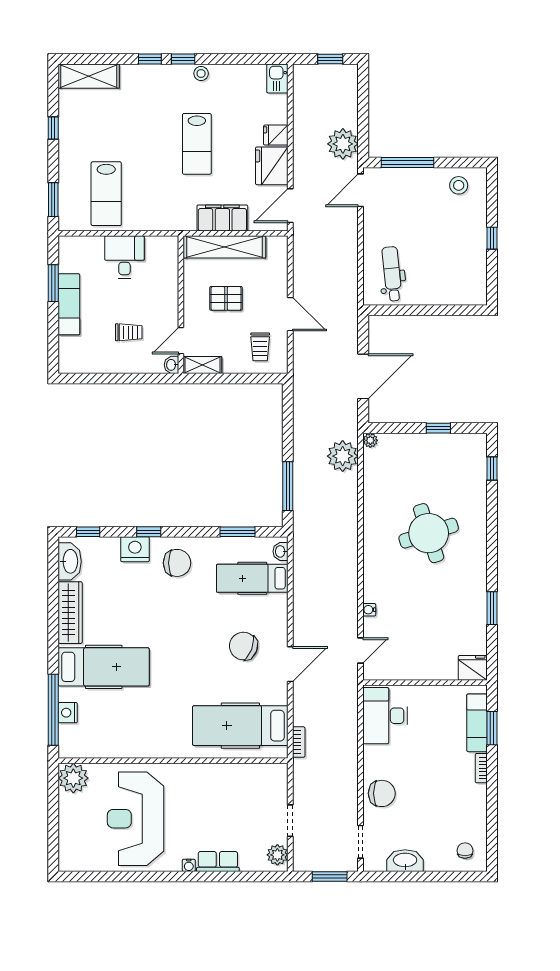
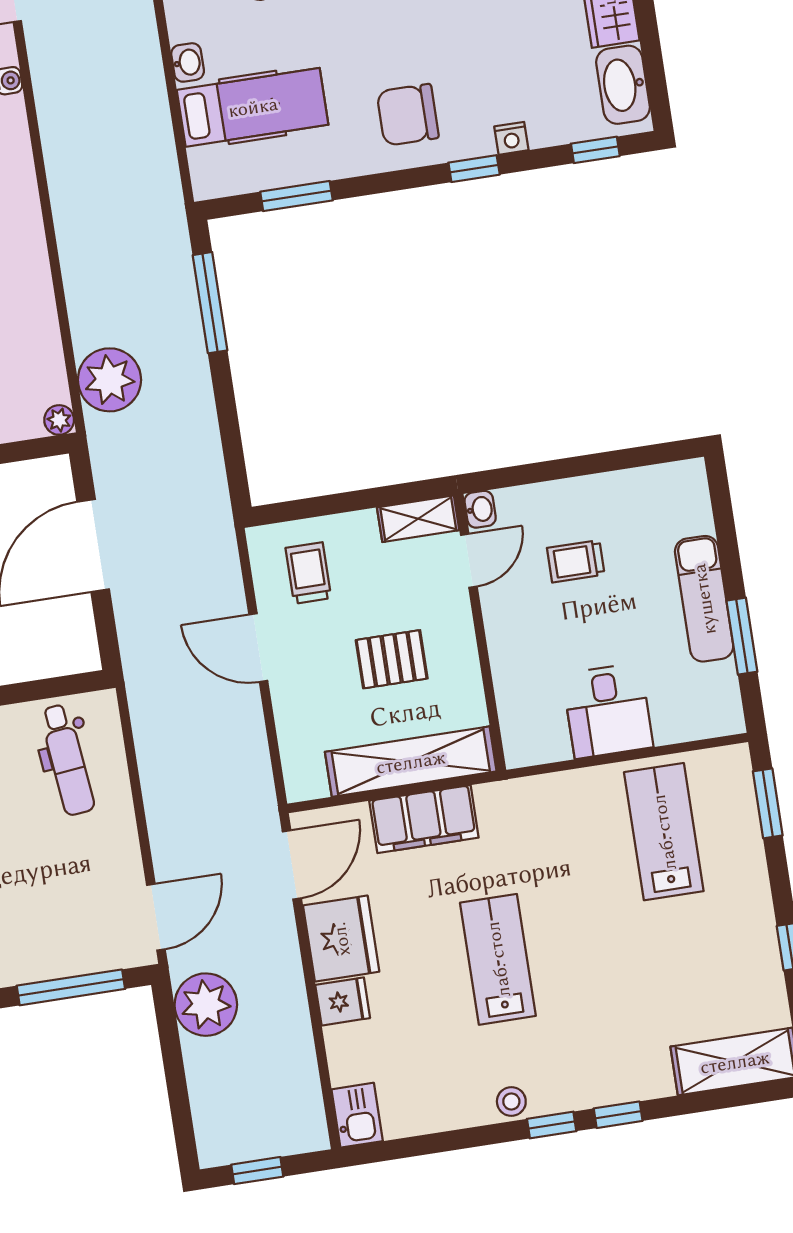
nightstand: (135, 549) -> (511, 138), width x0.53, depth x0.56
washbasin: (281, 551) -> (188, 62), moved

